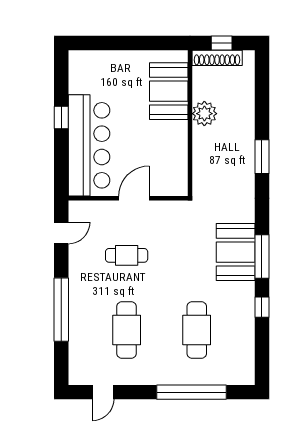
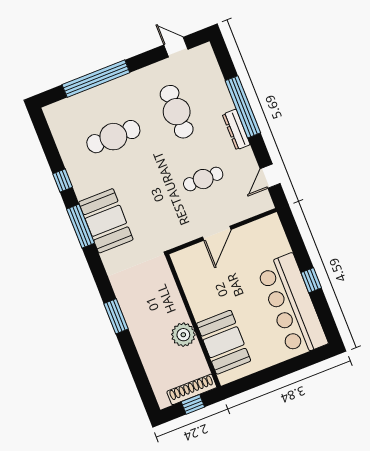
bar counter: (89, 145) -> (292, 305), moved
dresser: (76, 290) -> (236, 130), added
cafe table: (197, 330) -> (113, 137), turned 90
door: (103, 392) -> (176, 47), hinge flipped

